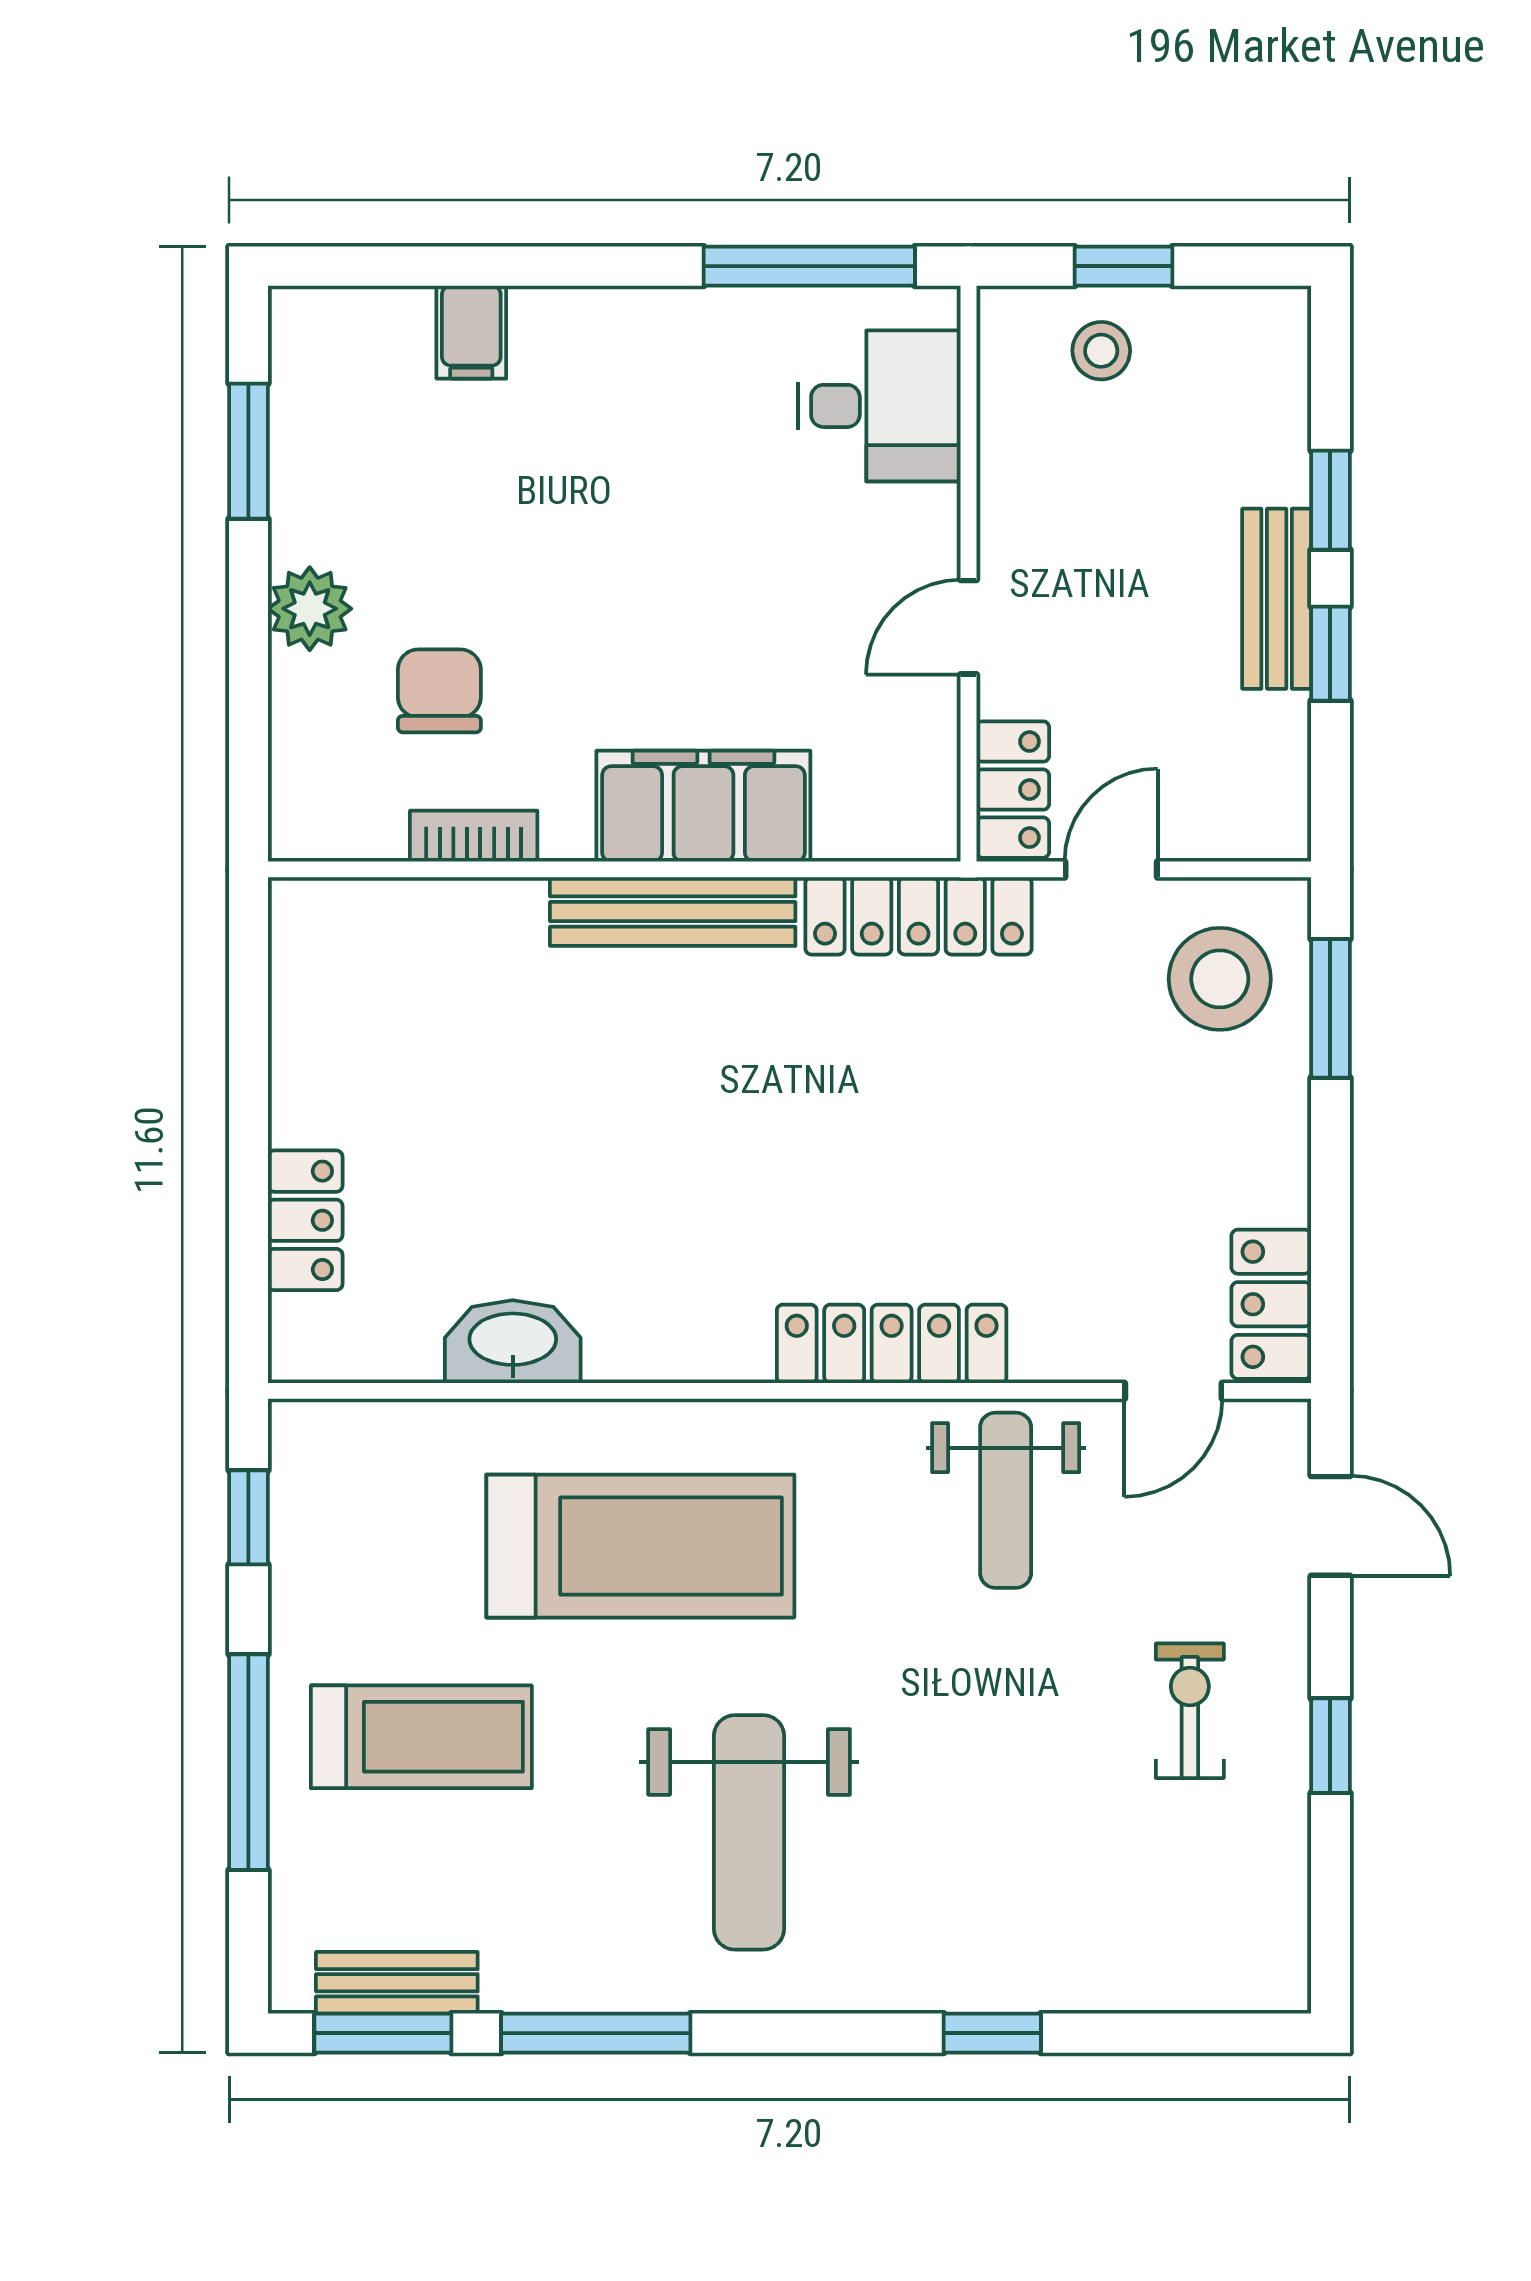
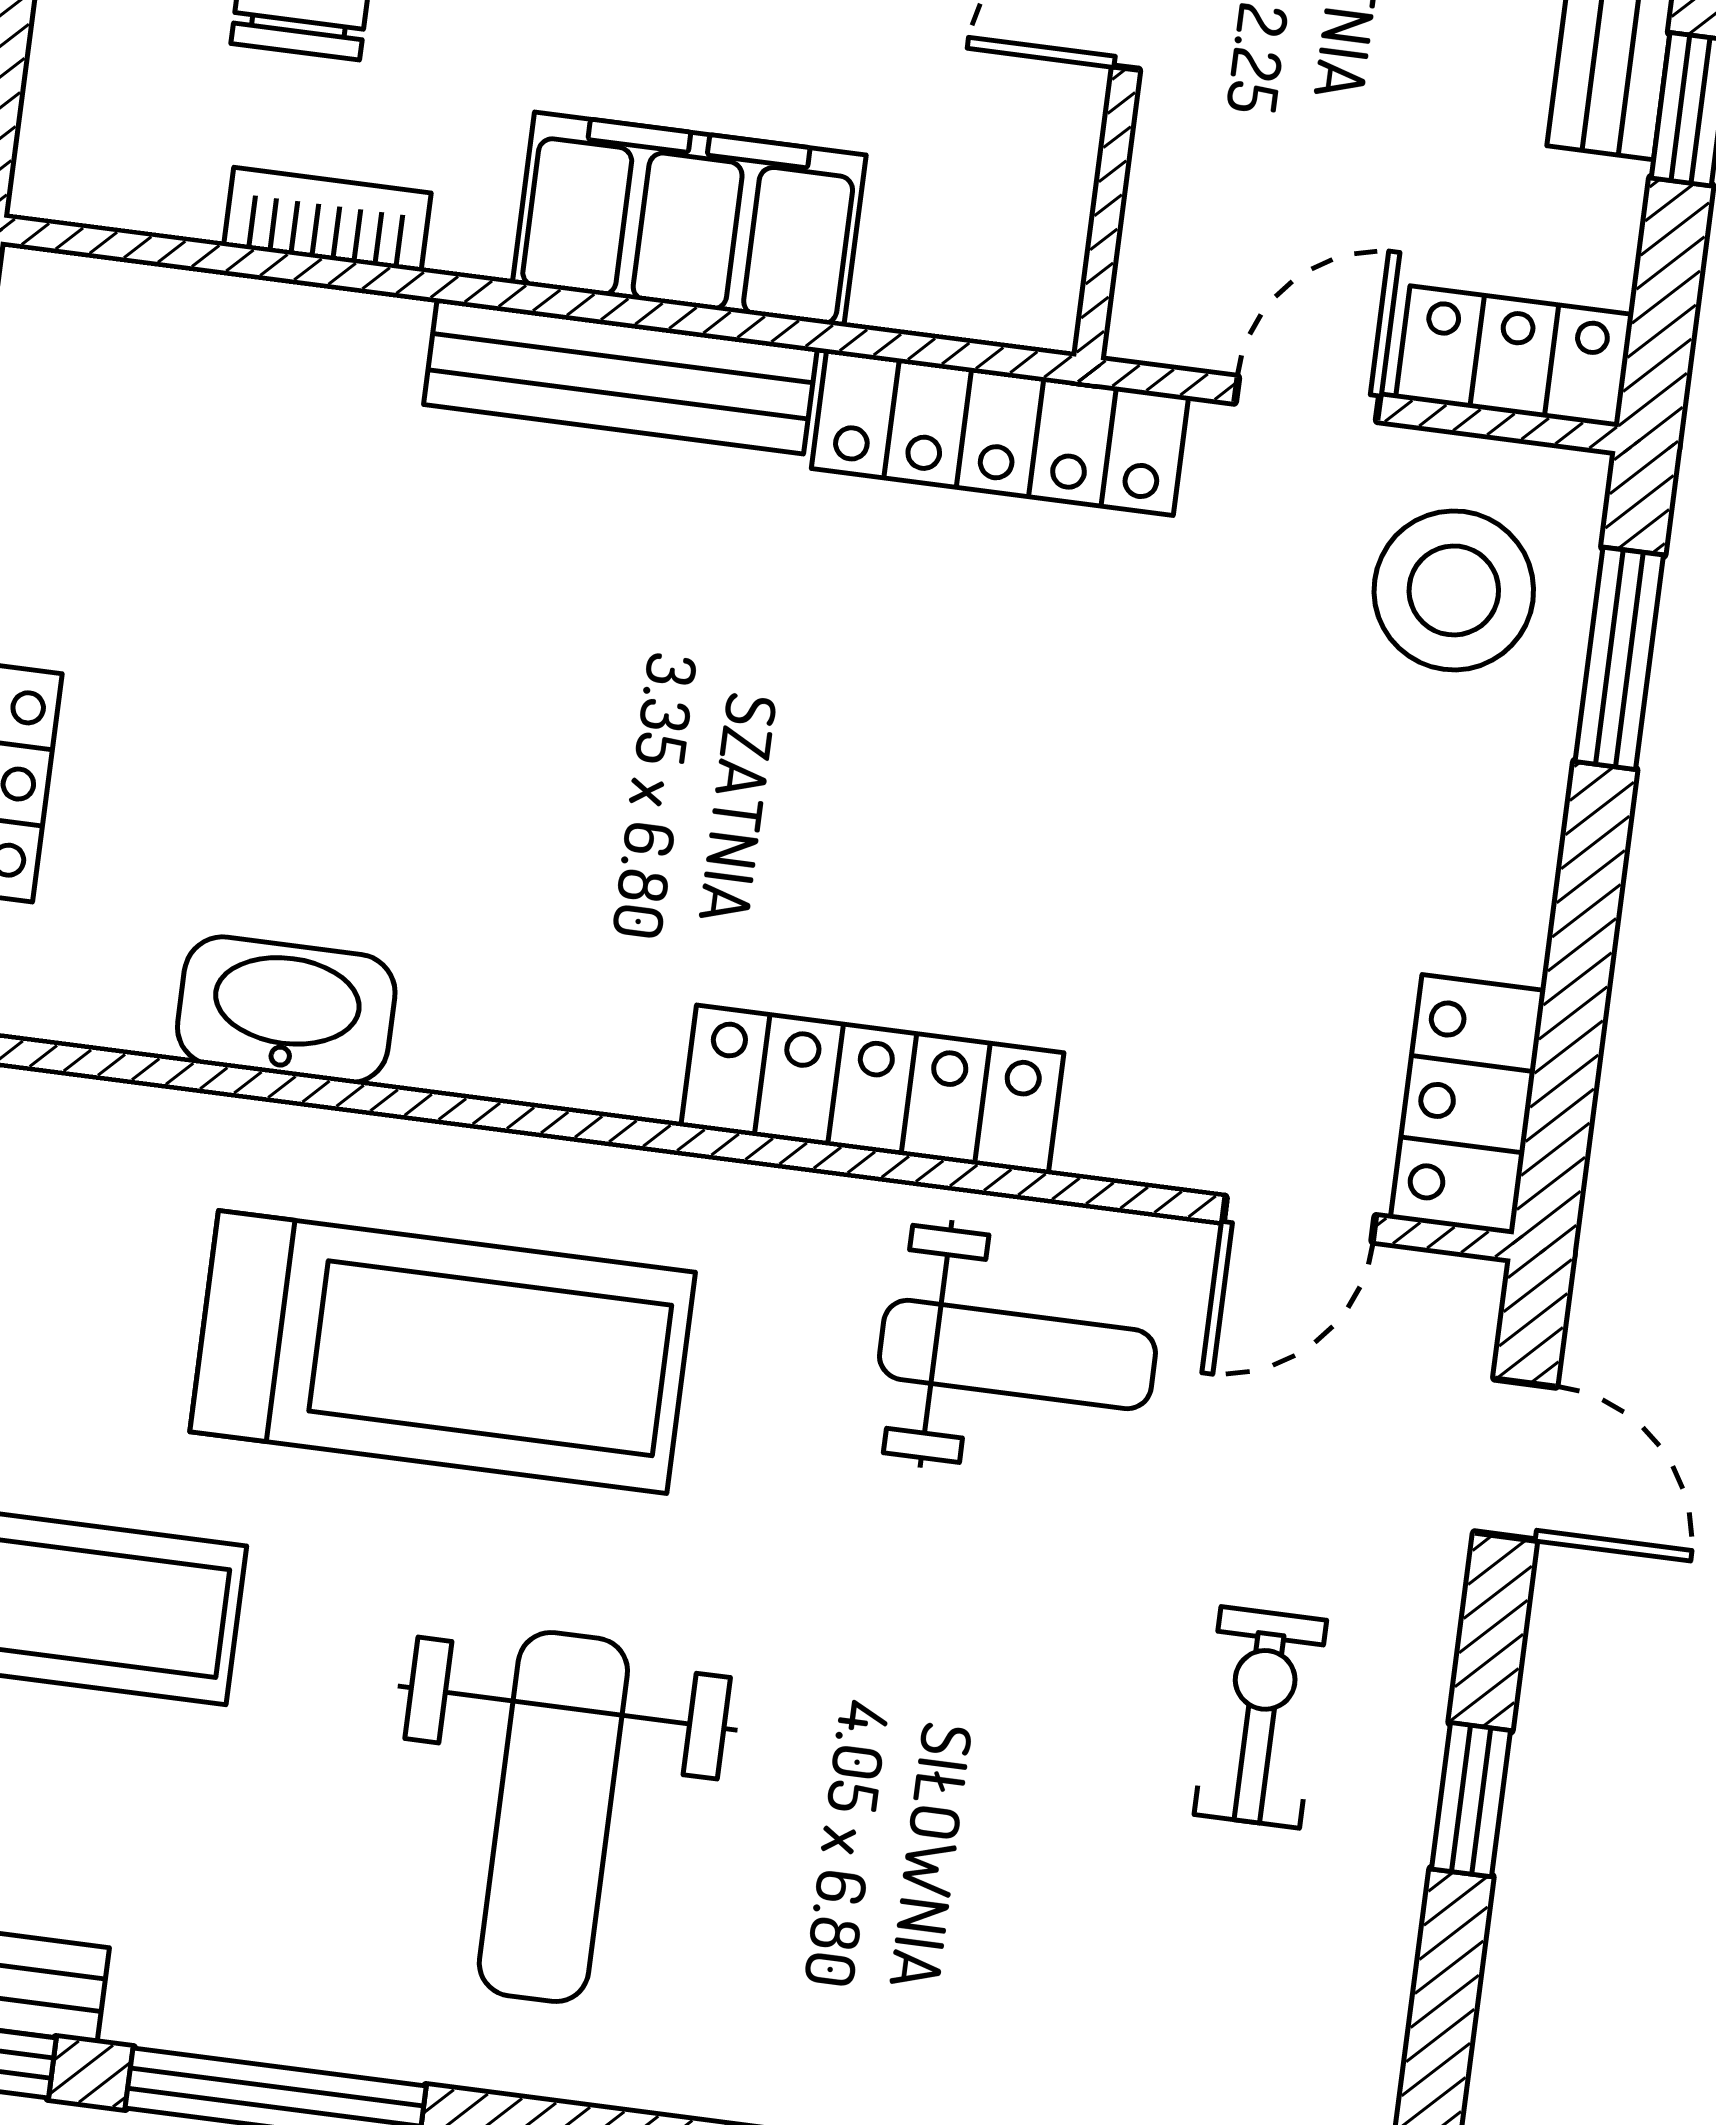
locker: (1013, 790) -> (1514, 356), moved, turned -90
weight bench: (1006, 1500) -> (1017, 1354), turned -90

